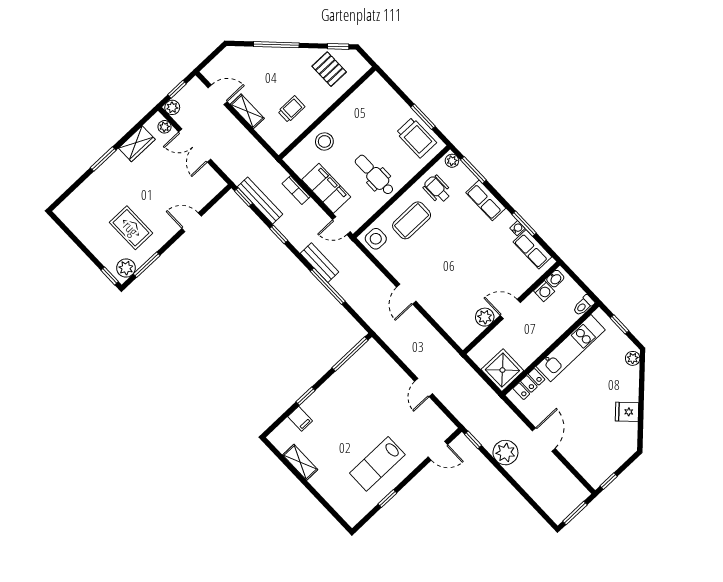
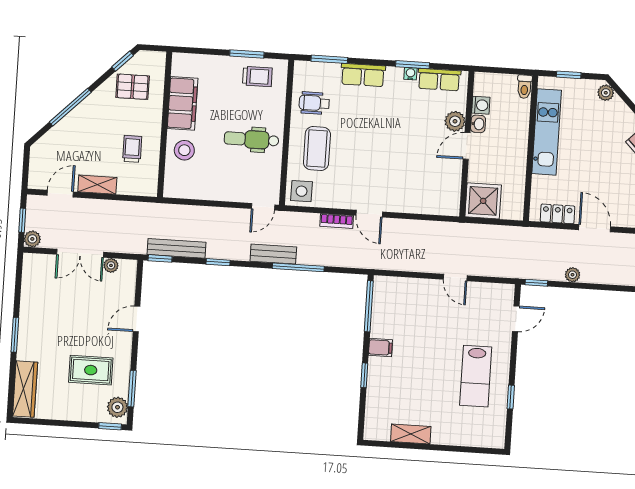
plant: (165, 127) -> (111, 265), moved
trolley: (416, 138) -> (257, 76), width x0.73, depth x0.72
wardrobe: (137, 144) -> (25, 389), moved, width x1.50
plant: (452, 161) -> (305, 68), removed
filing cabinet: (326, 188) -> (183, 103), moved, turned 90
bookcase: (296, 190) -> (337, 221), moved
washbasin: (555, 279) -> (478, 124), moved
plant: (485, 317) -> (455, 121), moved
shower: (502, 370) -> (483, 201), moved
locker: (529, 384) -> (557, 214), moved, turned -90
filing cabinet: (300, 419) -> (380, 347), moved
plant: (505, 453) -> (573, 275), width x0.53, depth x0.53

